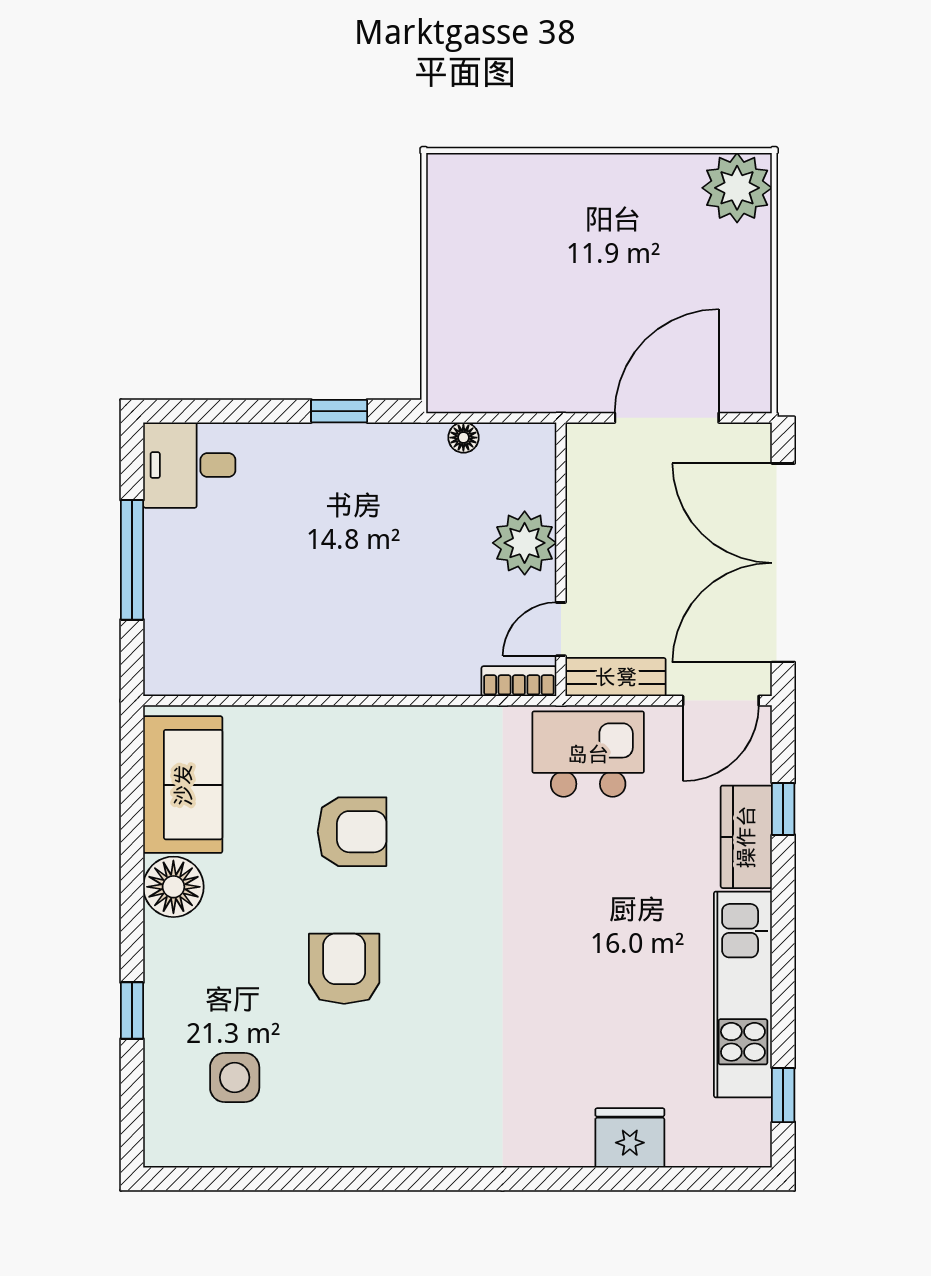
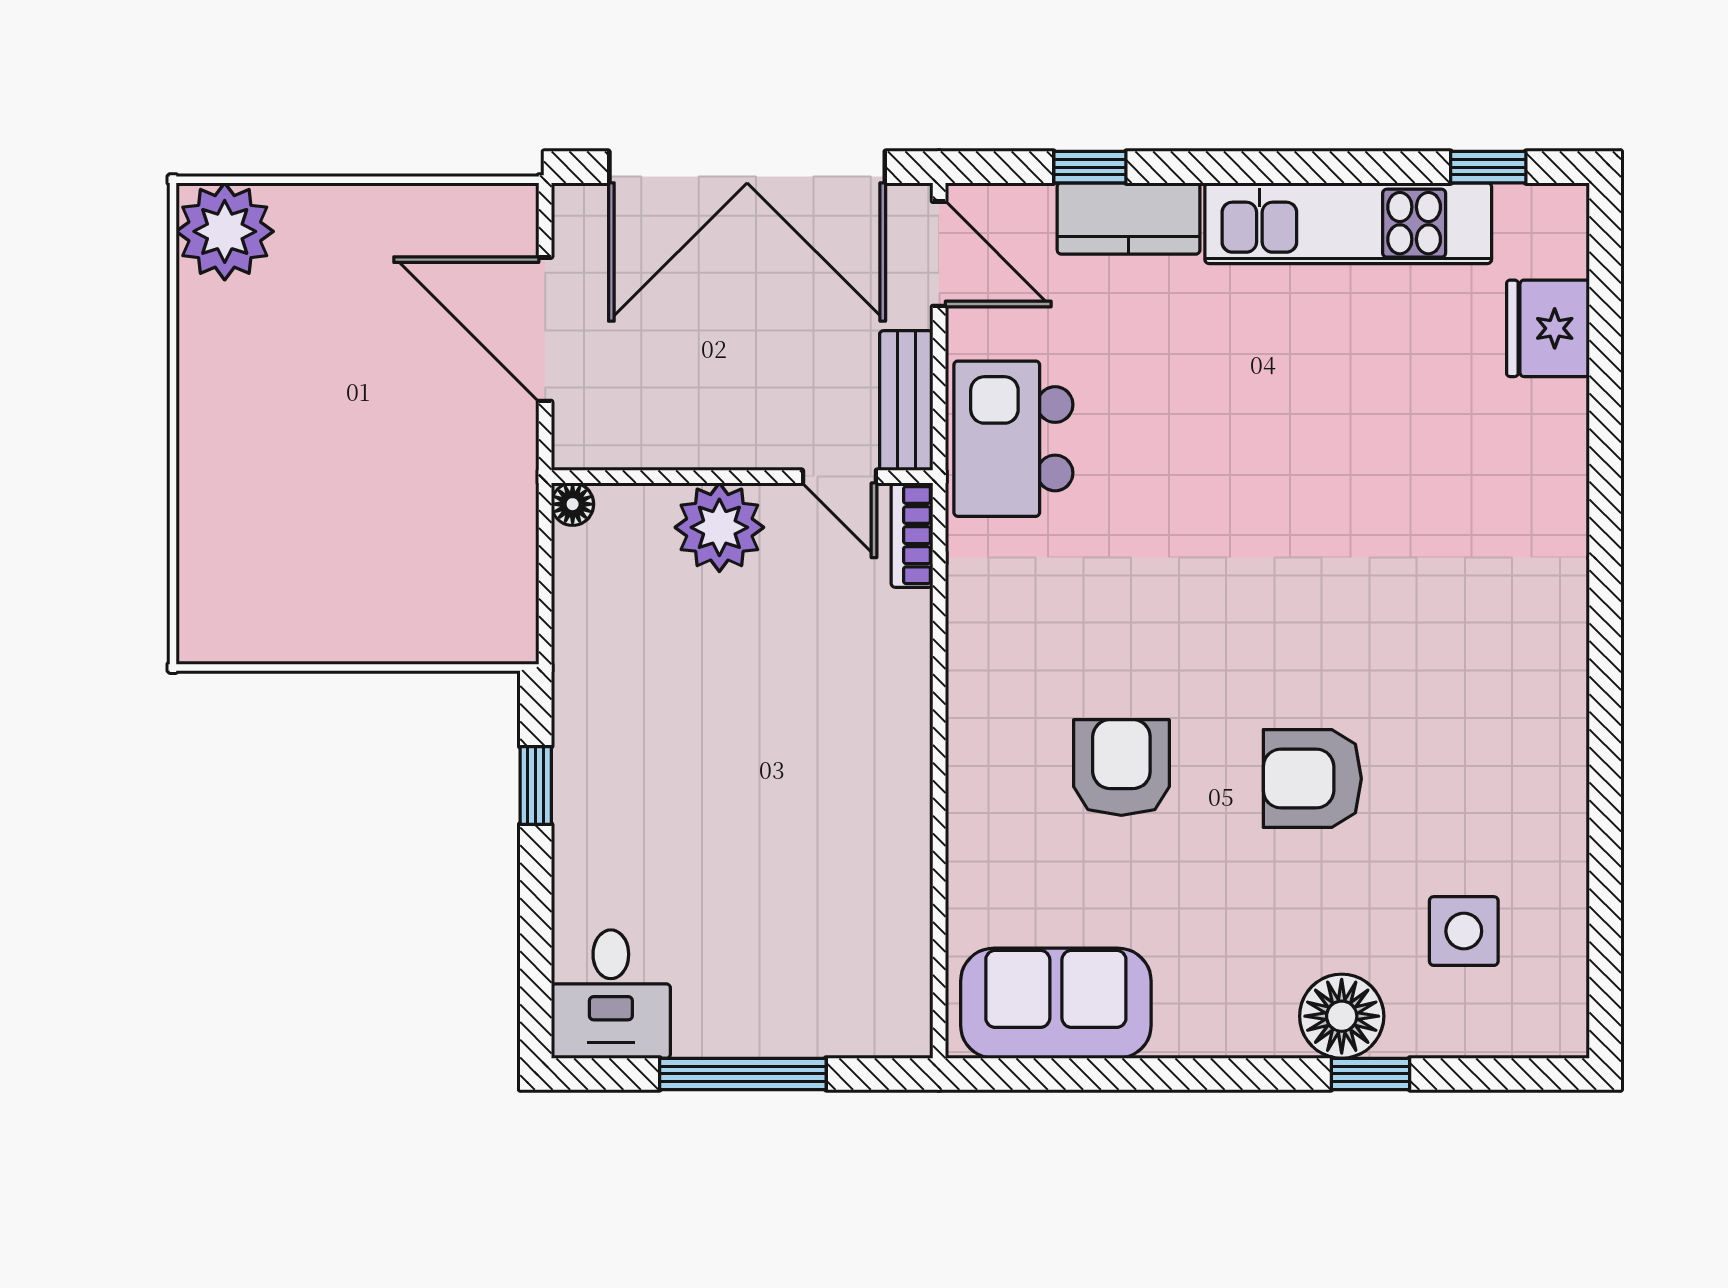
floor lamp: (463, 438) -> (573, 504), moved
floor lamp: (173, 887) -> (1342, 1016), moved
fridge: (630, 1138) -> (1548, 328), moved

